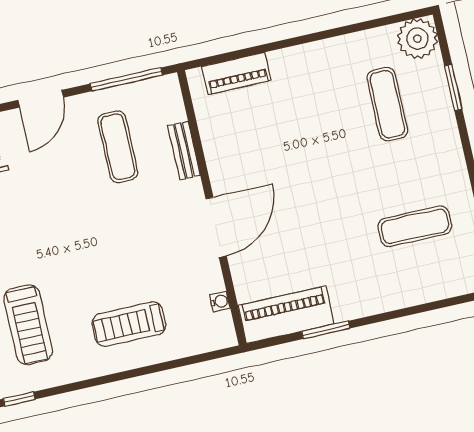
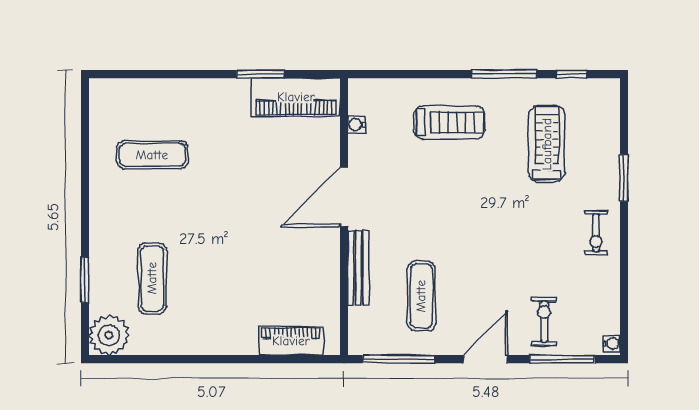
bench: (184, 150) -> (358, 268), width x1.36
window: (86, 384) -> (504, 74), added

